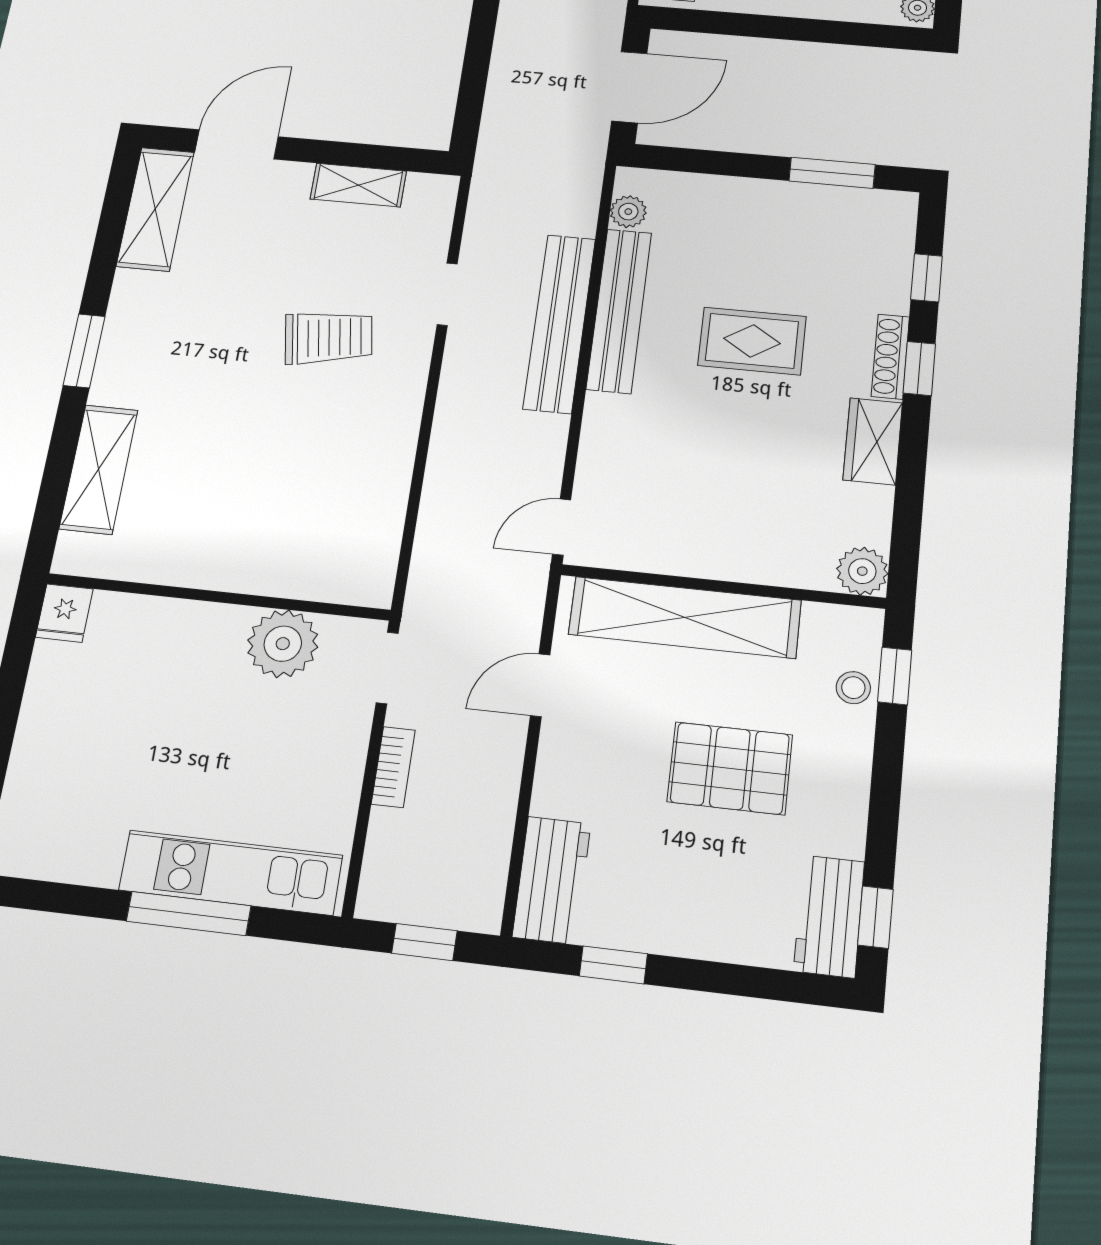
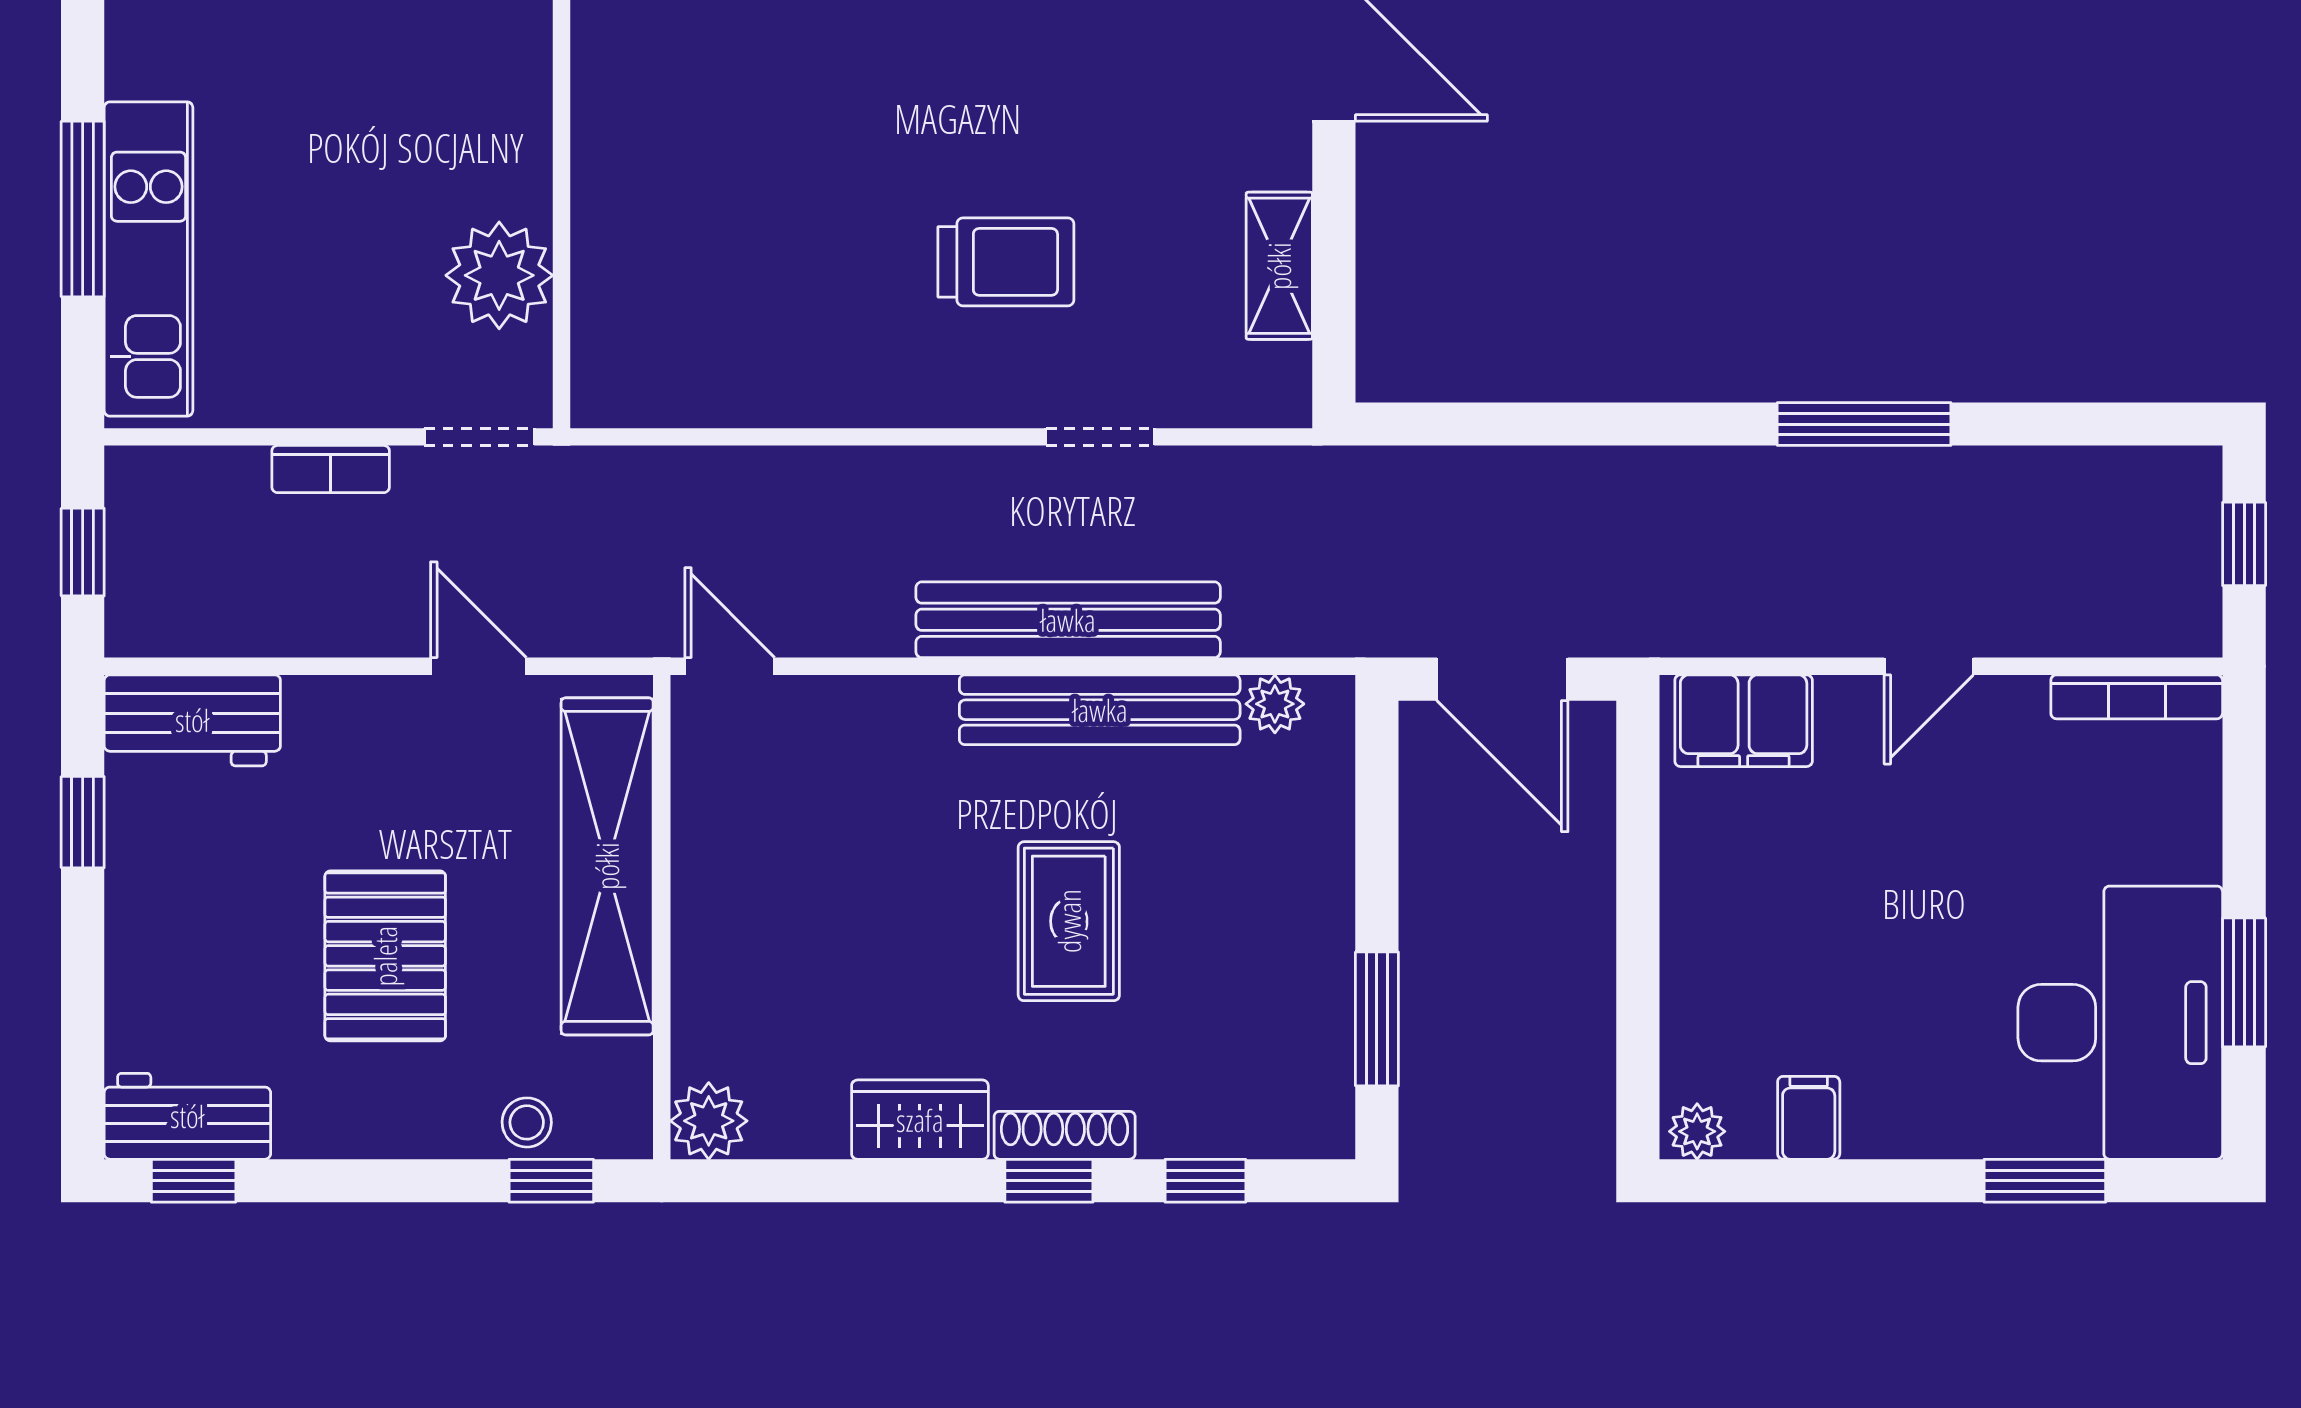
trolley: (329, 338) -> (1006, 262), turned -81

